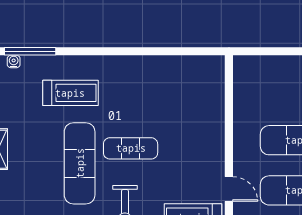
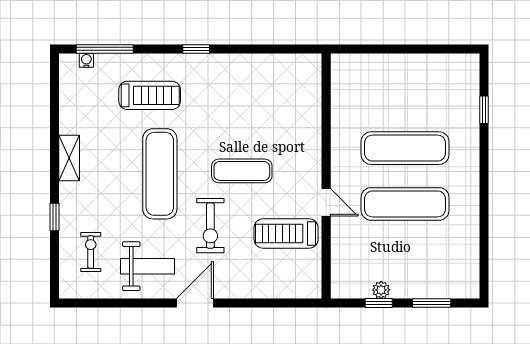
window: (112, 51) -> (196, 49), added
exercise mat: (131, 148) -> (242, 171), moved

